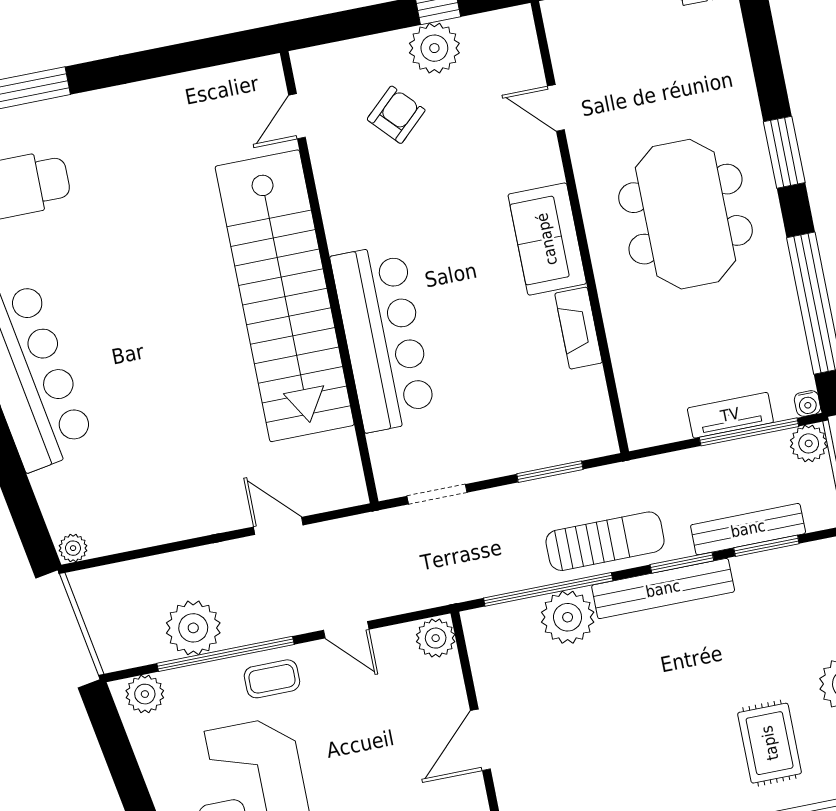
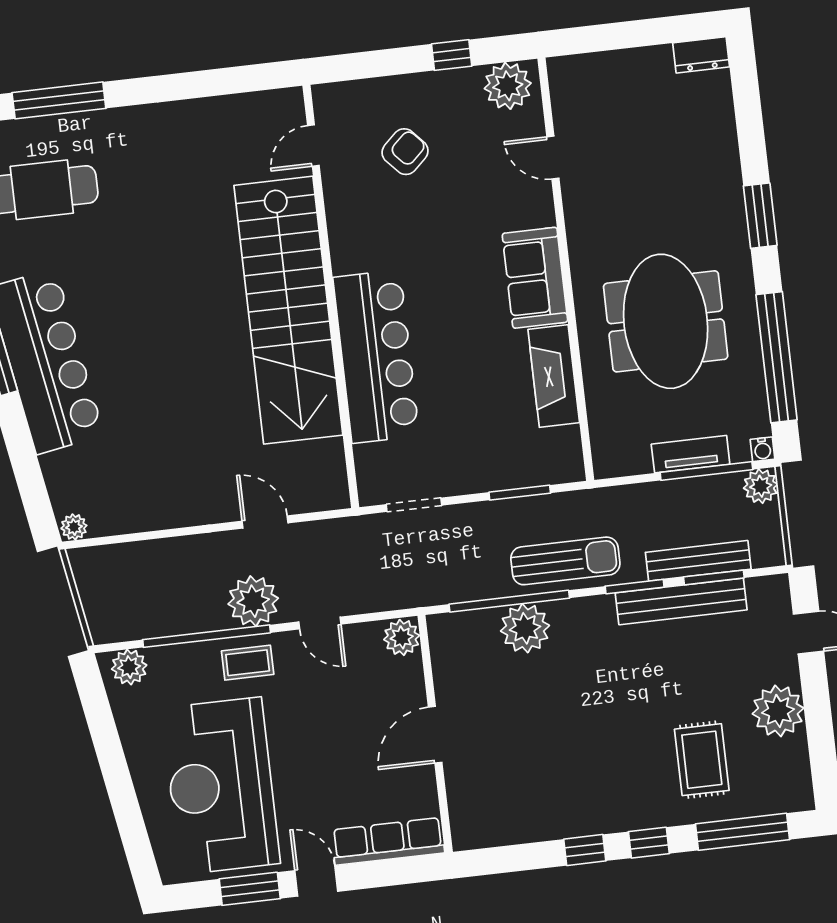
plant: (434, 48) -> (508, 86), moved
meeting table: (685, 214) -> (666, 321), moved
fireplace: (579, 328) -> (554, 376), width x1.37, depth x1.32
bench: (663, 589) -> (681, 601), moved
plant: (193, 628) -> (253, 601), moved

